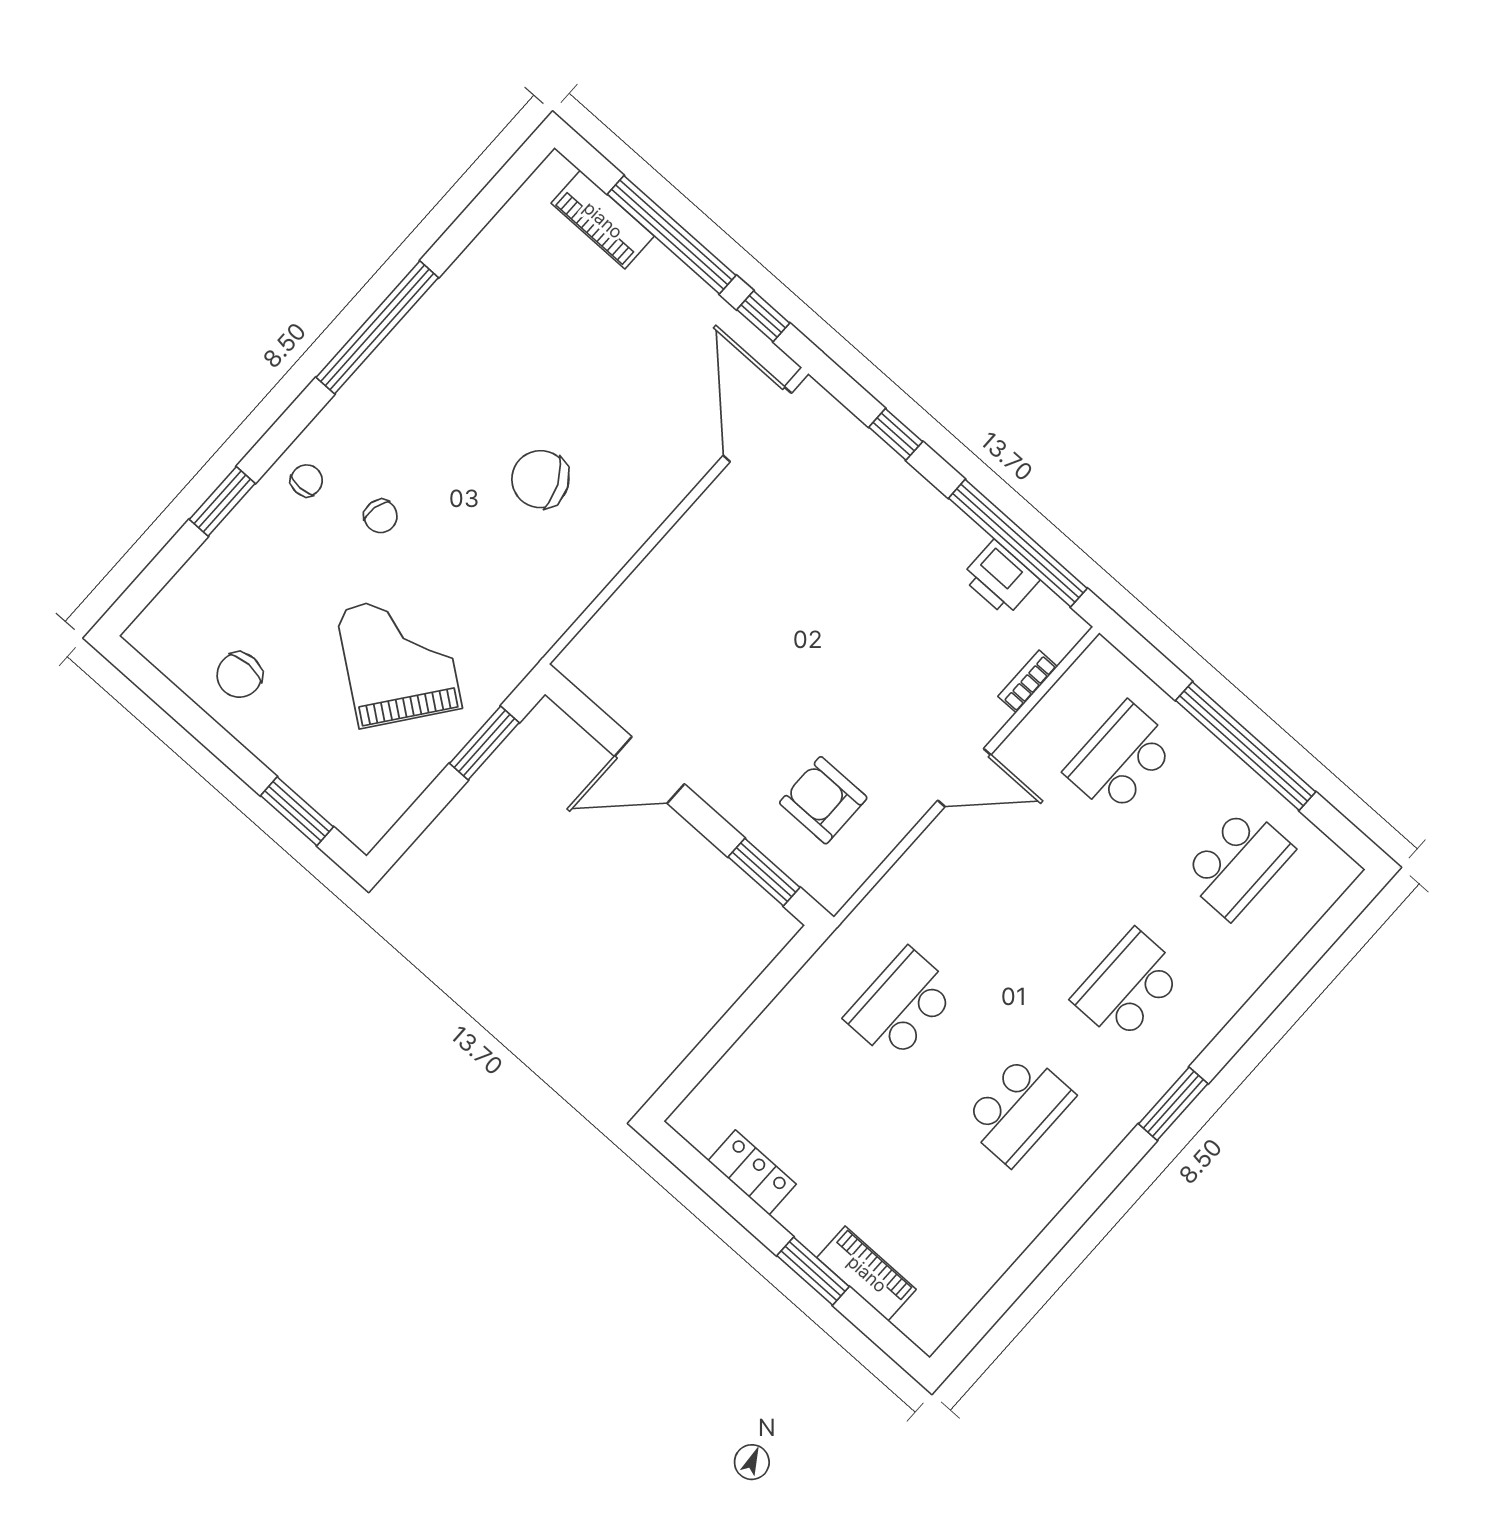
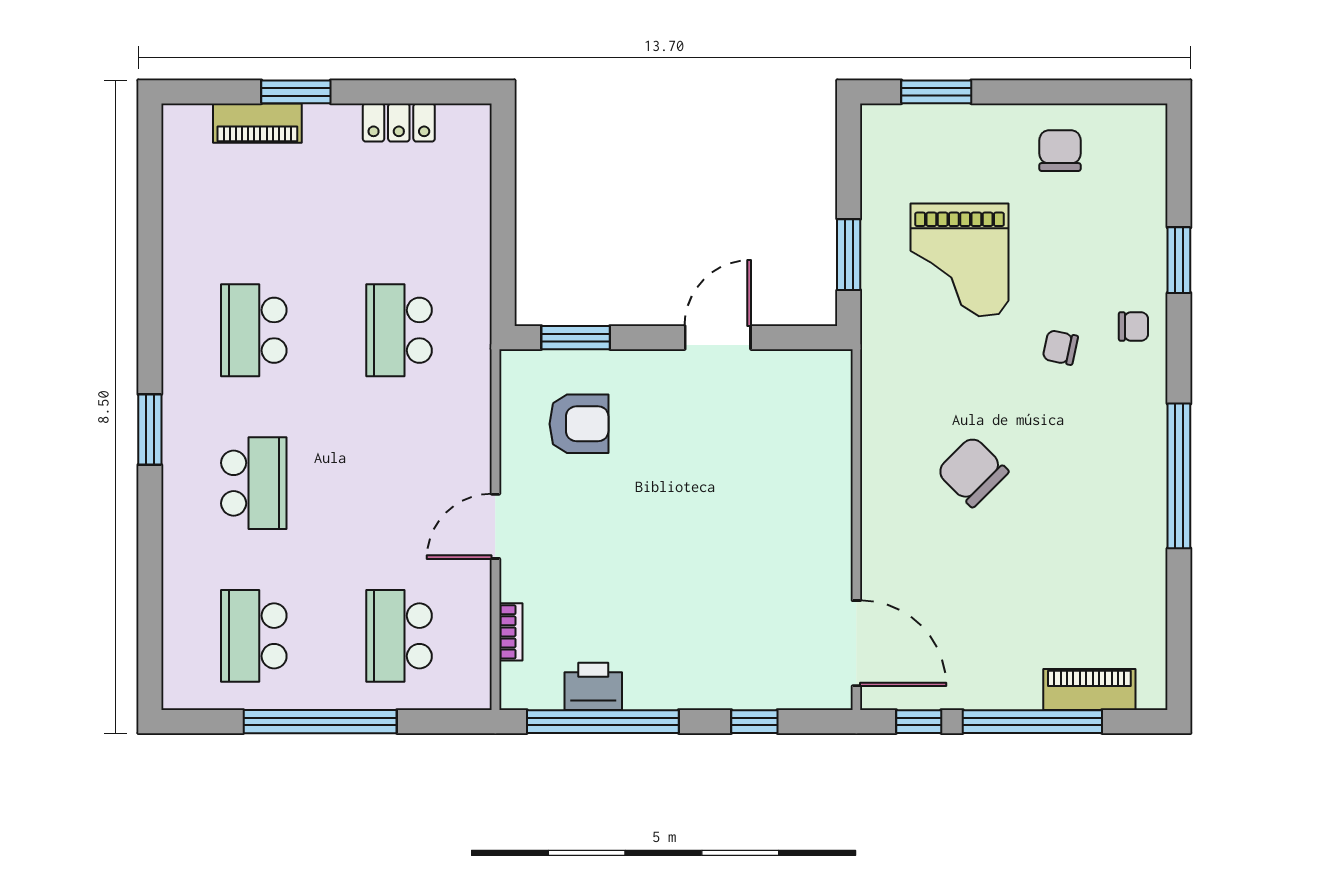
chair: (540, 479) -> (973, 472), turned -110
chair: (307, 481) -> (1133, 326), turned -90
grand piano: (399, 659) -> (960, 260), turned 53
school desk: (1121, 758) -> (399, 636), turned 180
school desk: (901, 1005) -> (399, 330), turned 180

